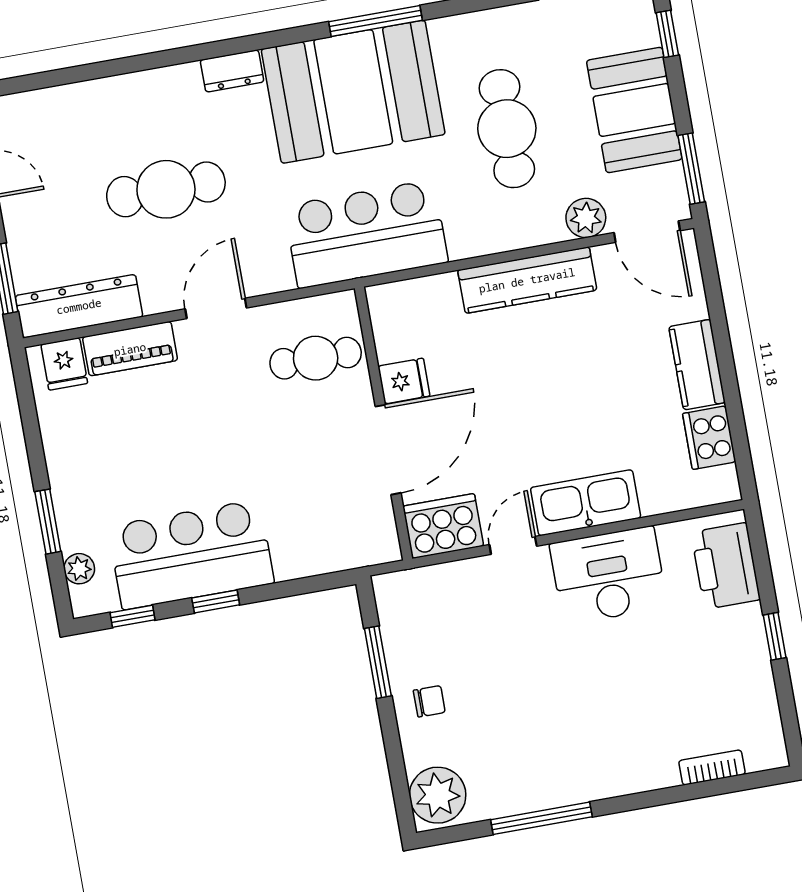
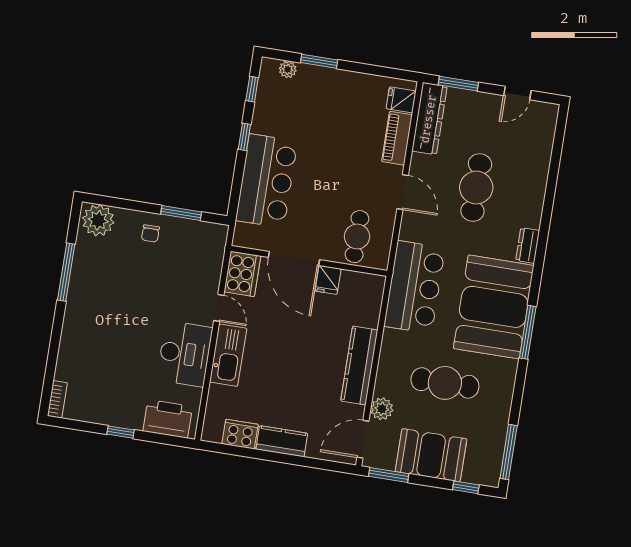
bar counter: (191, 555) -> (267, 181), moved
bookcase: (712, 767) -> (57, 399), moved

